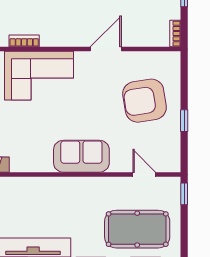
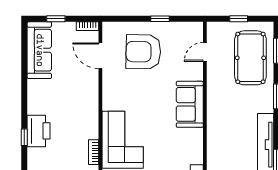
door: (106, 49) -> (100, 56), moved
armchair: (145, 101) -> (143, 52), turned 100
window: (184, 194) -> (239, 19), moved

